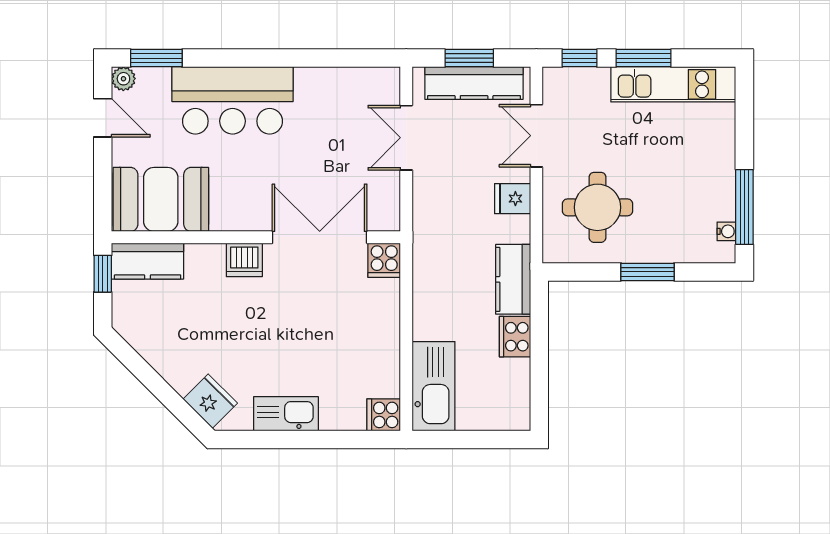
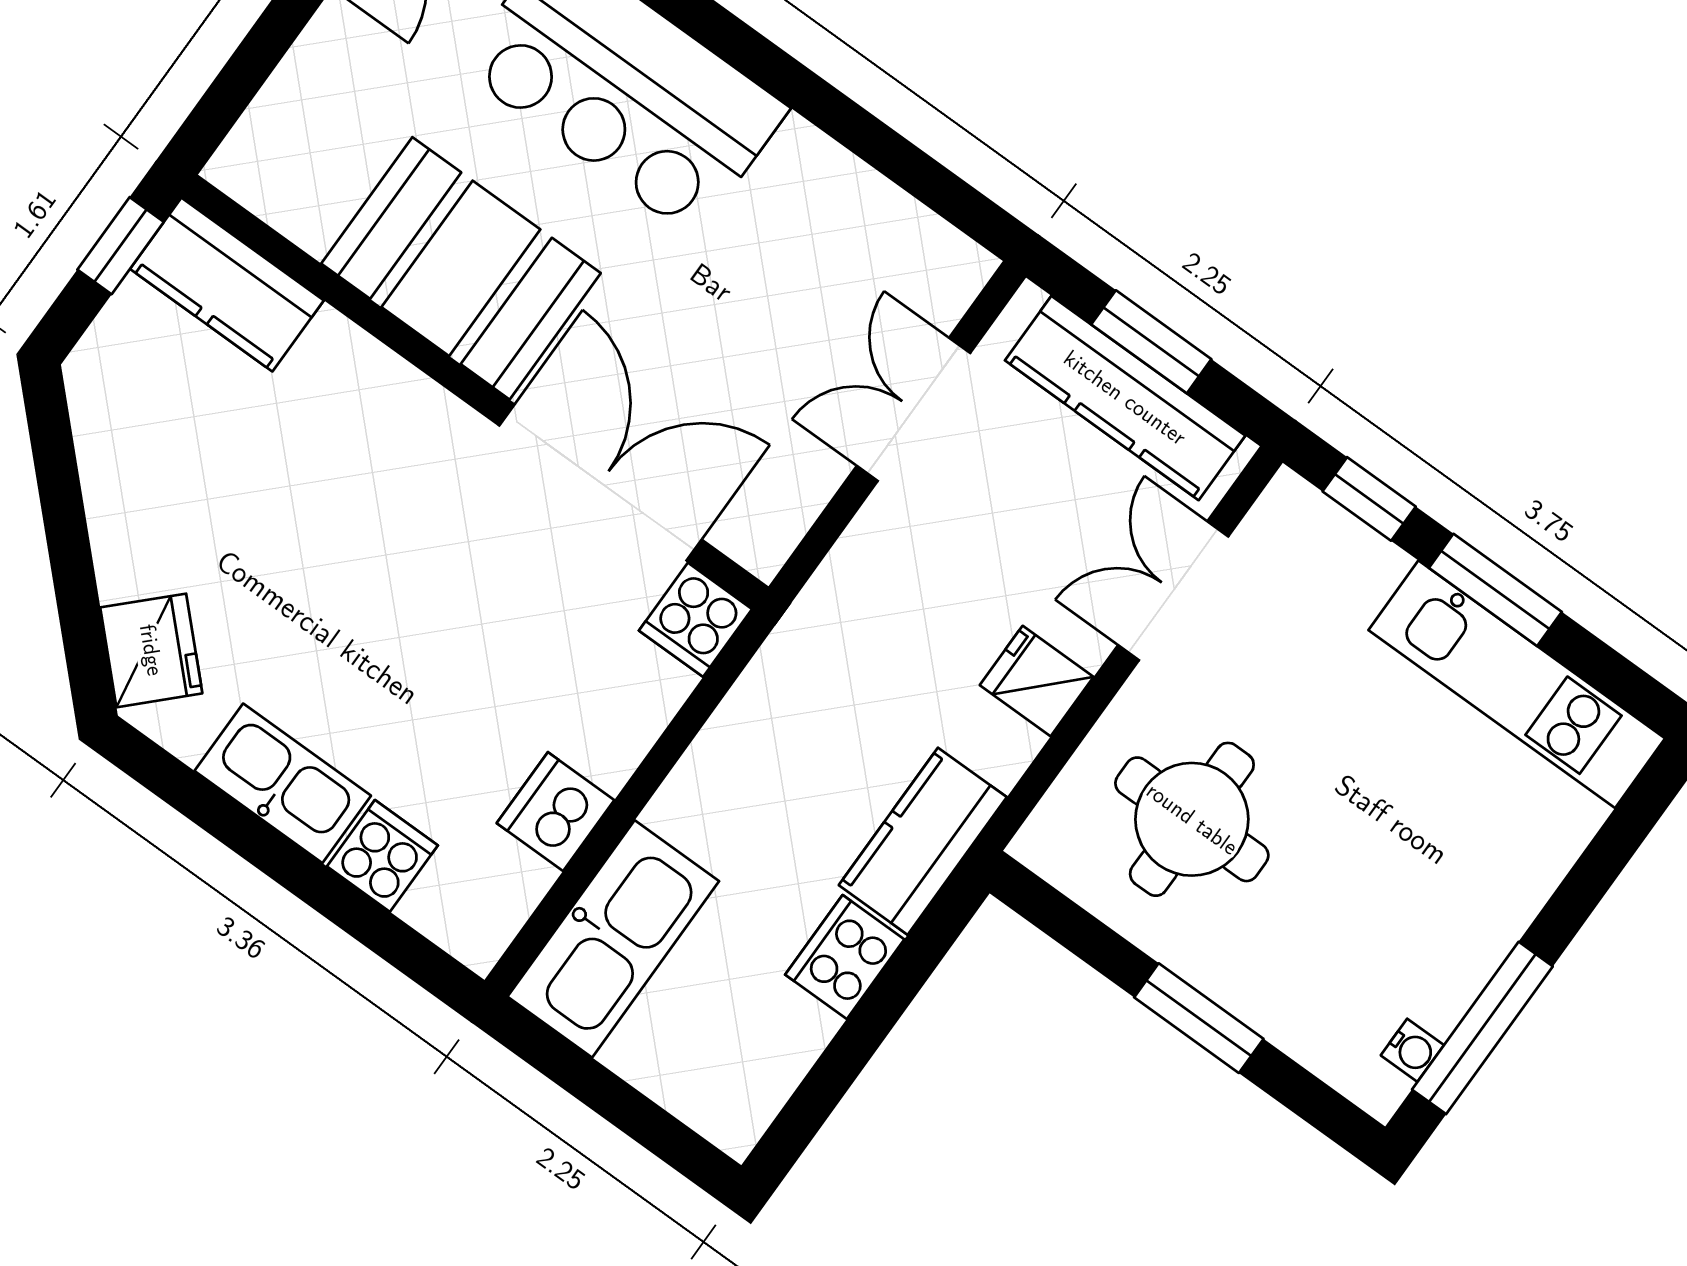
booth: (161, 199) -> (461, 268), moved
dishwasher: (244, 260) -> (556, 812), moved, turned 90
cooker: (384, 415) -> (382, 856), moved, turned 90

